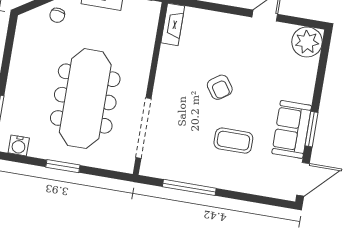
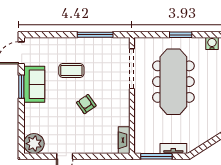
chair: (57, 15) -> (201, 133), removed

